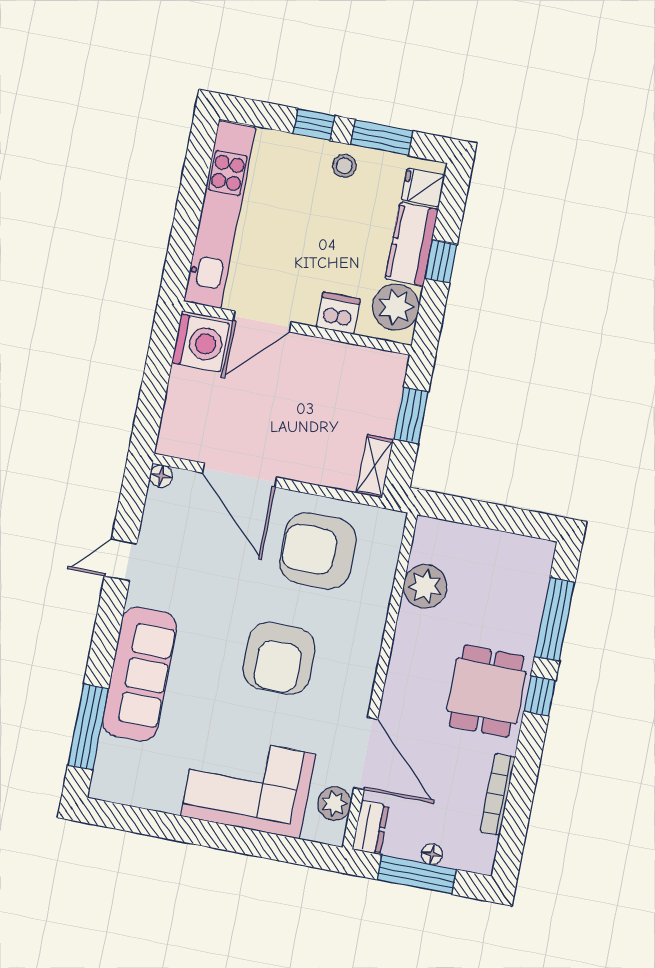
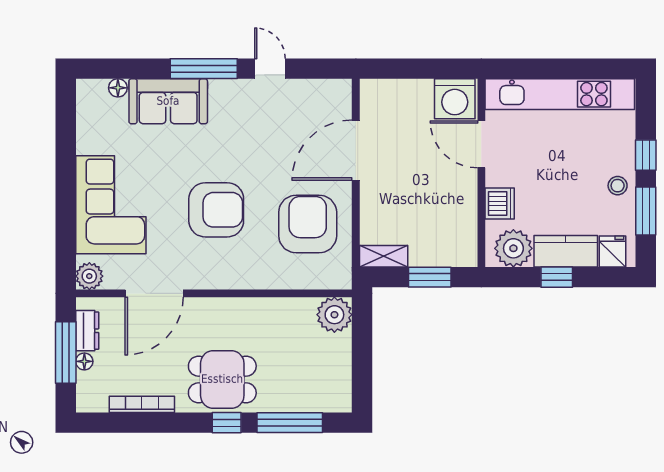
floor lamp: (161, 476) -> (118, 88), moved
plant: (425, 587) -> (334, 315), moved
armchair: (279, 658) -> (216, 210), turned 180
sofa: (139, 674) -> (168, 101), width x0.73
window: (88, 727) -> (204, 69), moved
plant: (334, 804) -> (89, 276), moved
dresser: (371, 827) -> (87, 331), moved, turned -90

